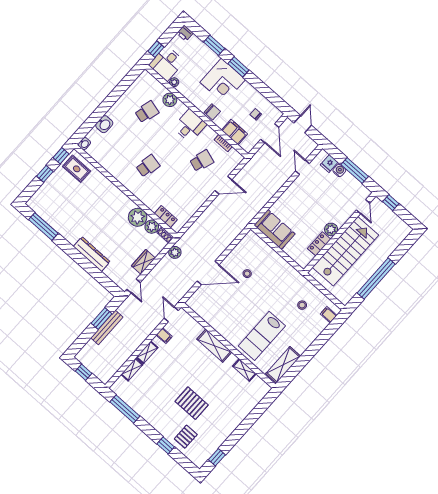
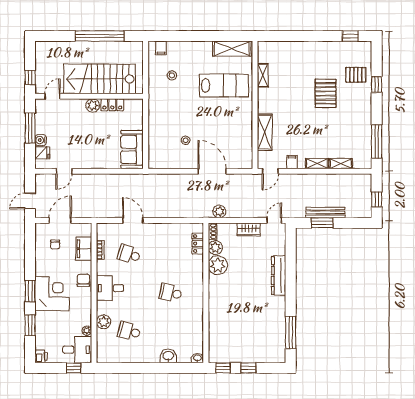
rug: (77, 169) -> (222, 347), removed
shelving: (214, 346) -> (265, 132), moved

